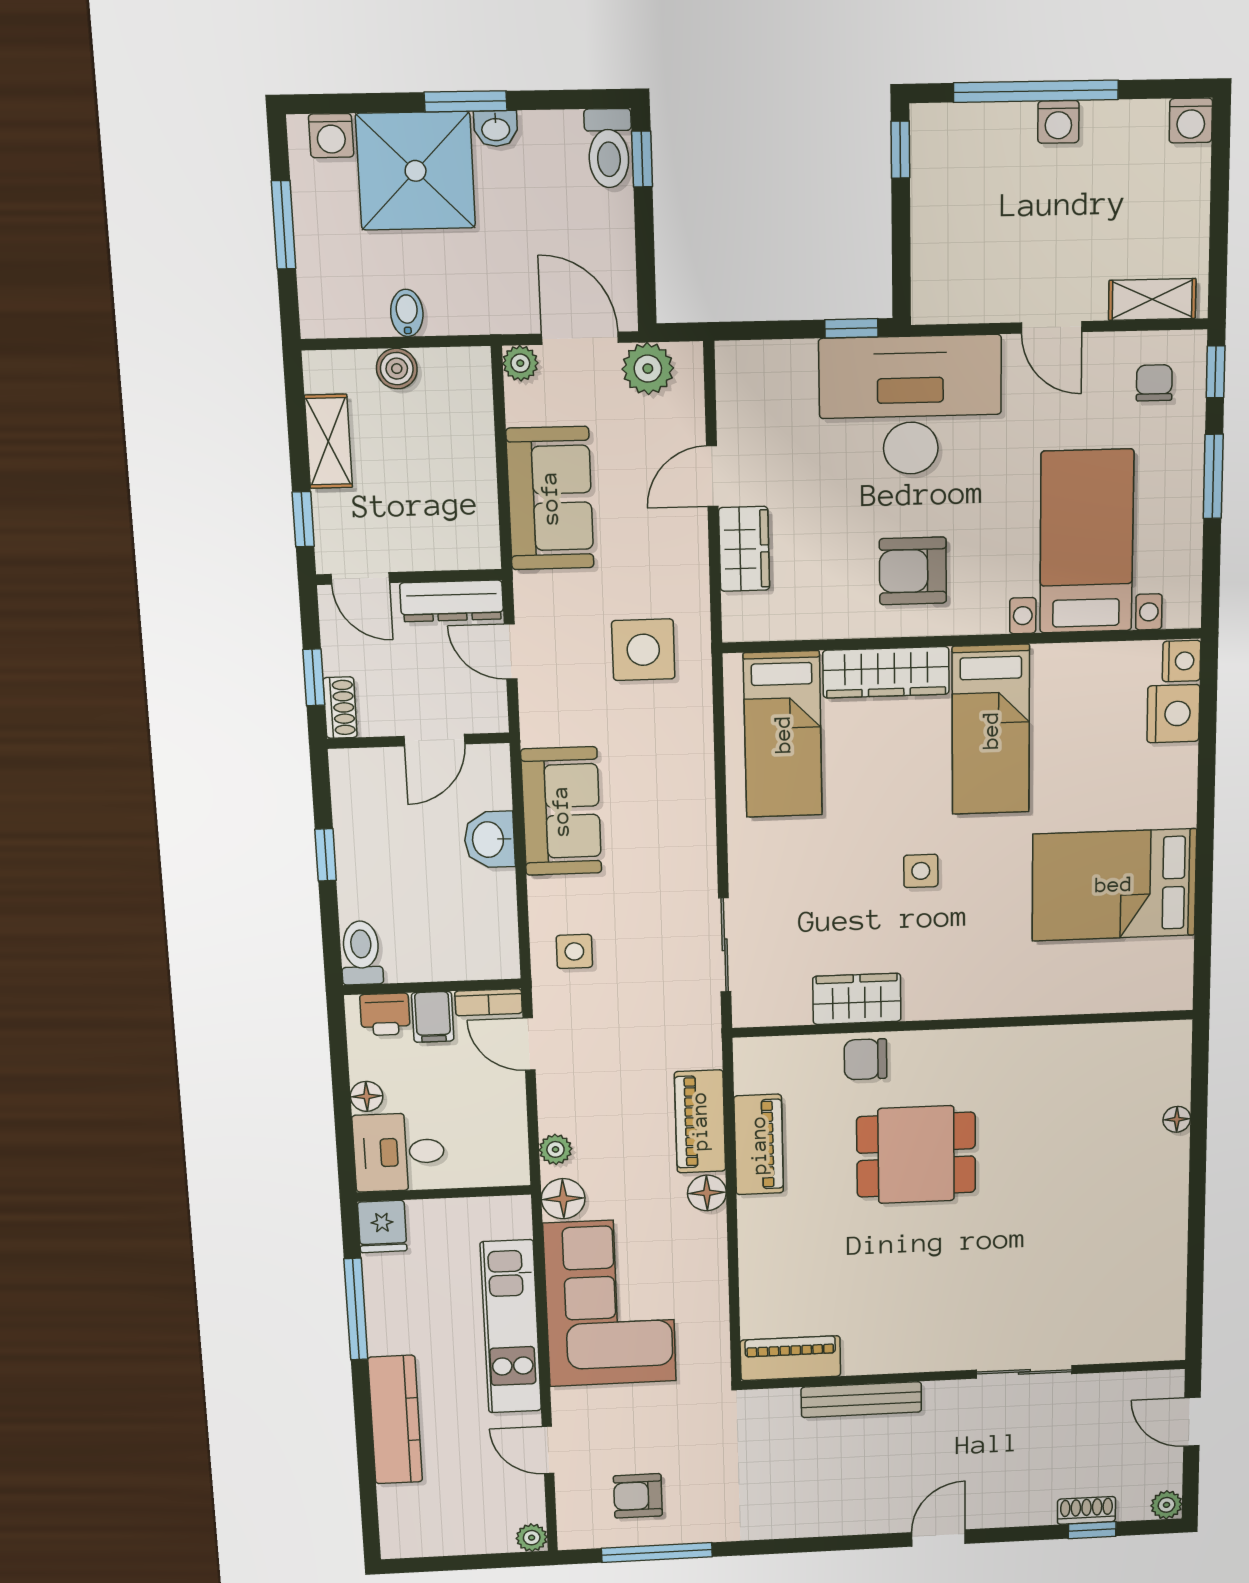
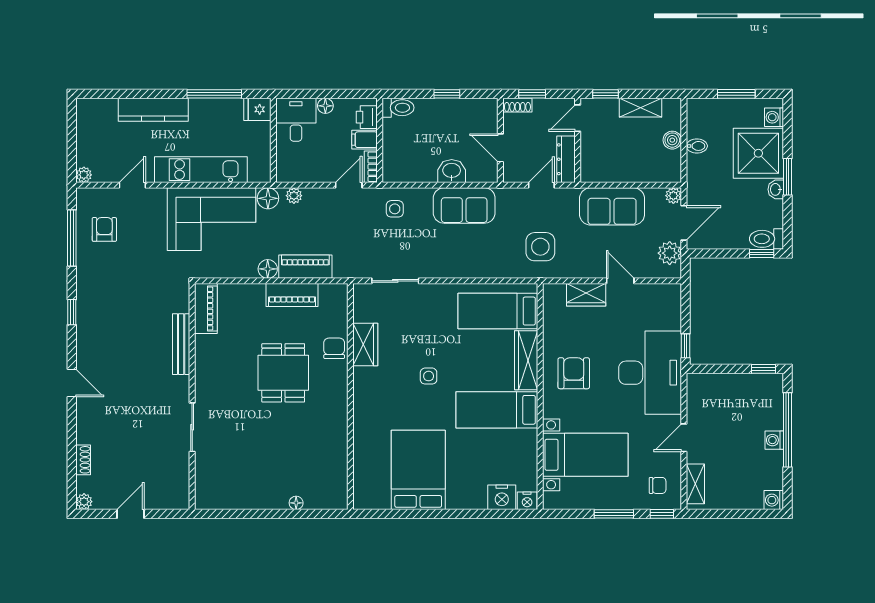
piano: (790, 1358) -> (206, 309), moved
sliding door: (1024, 1372) -> (192, 427), moved
wall: (964, 1375) -> (192, 397), moved
bench: (861, 1400) -> (181, 344), moved
window: (1092, 1530) -> (72, 312), moved

